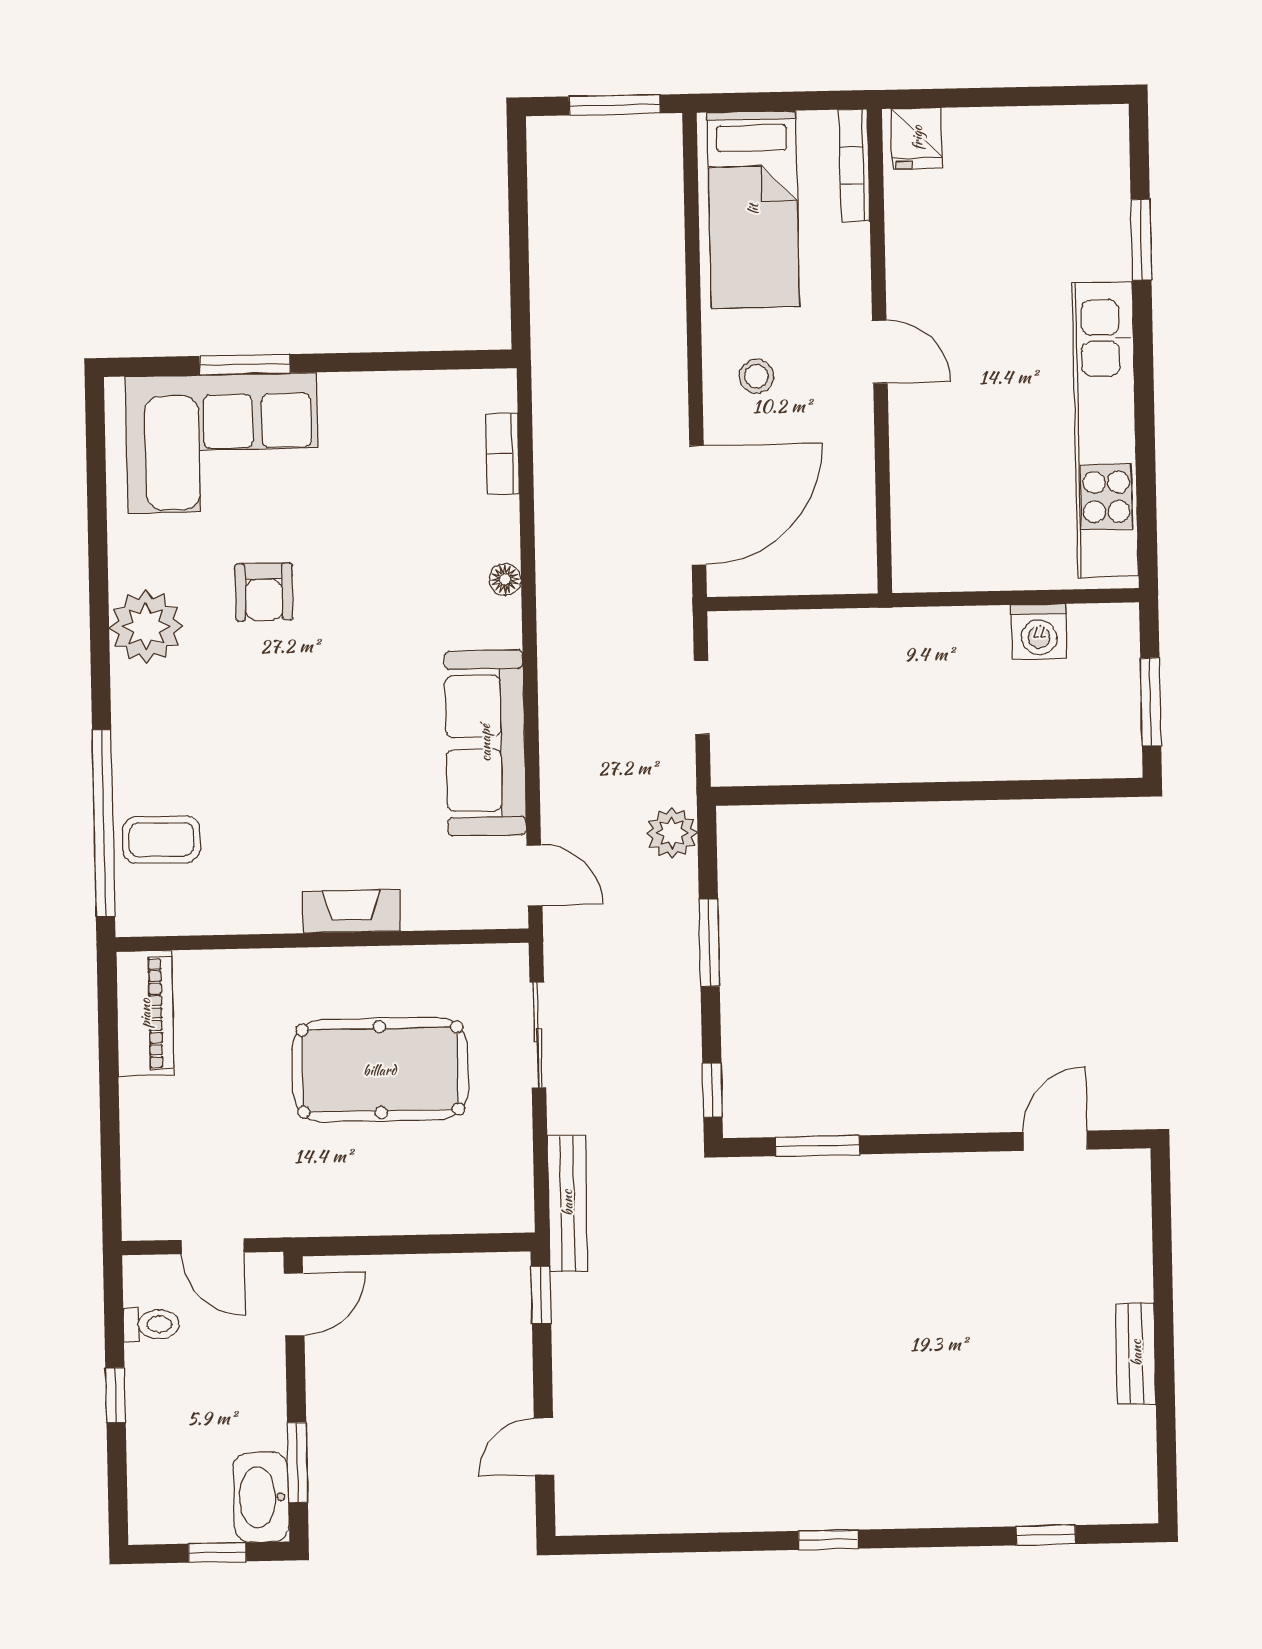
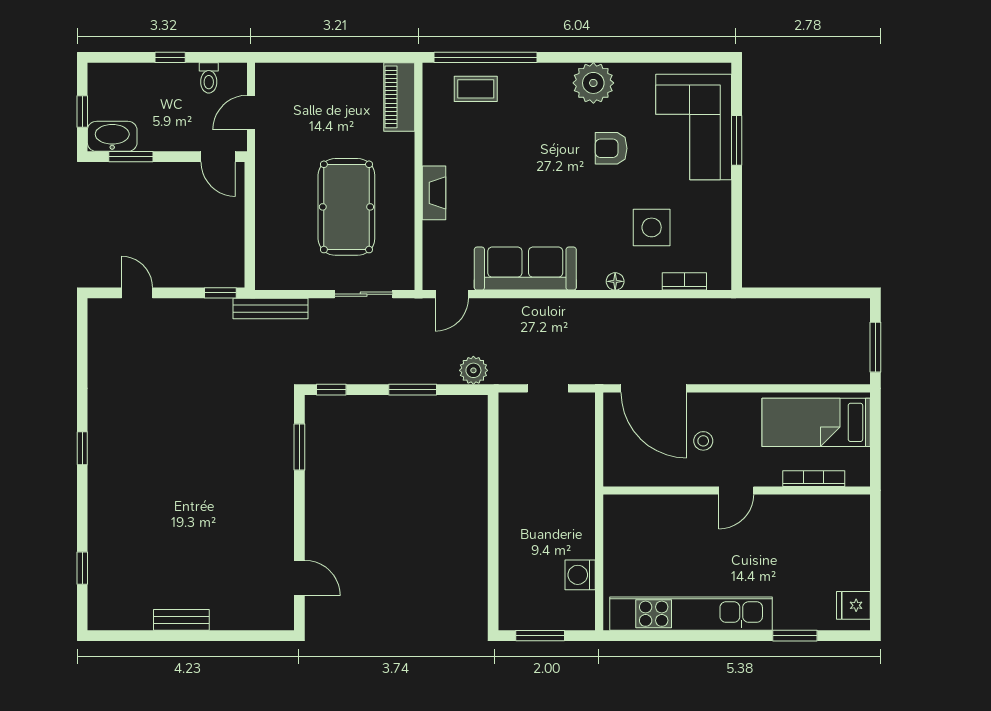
fridge: (917, 138) -> (853, 605), moved
bookcase: (854, 165) -> (814, 479), moved
stool: (756, 376) -> (703, 441), moved
side table: (406, 515) -> (652, 227), added
coffee table: (161, 840) -> (476, 89), turned 90
piano: (145, 1013) -> (399, 97), moved, turned 90

